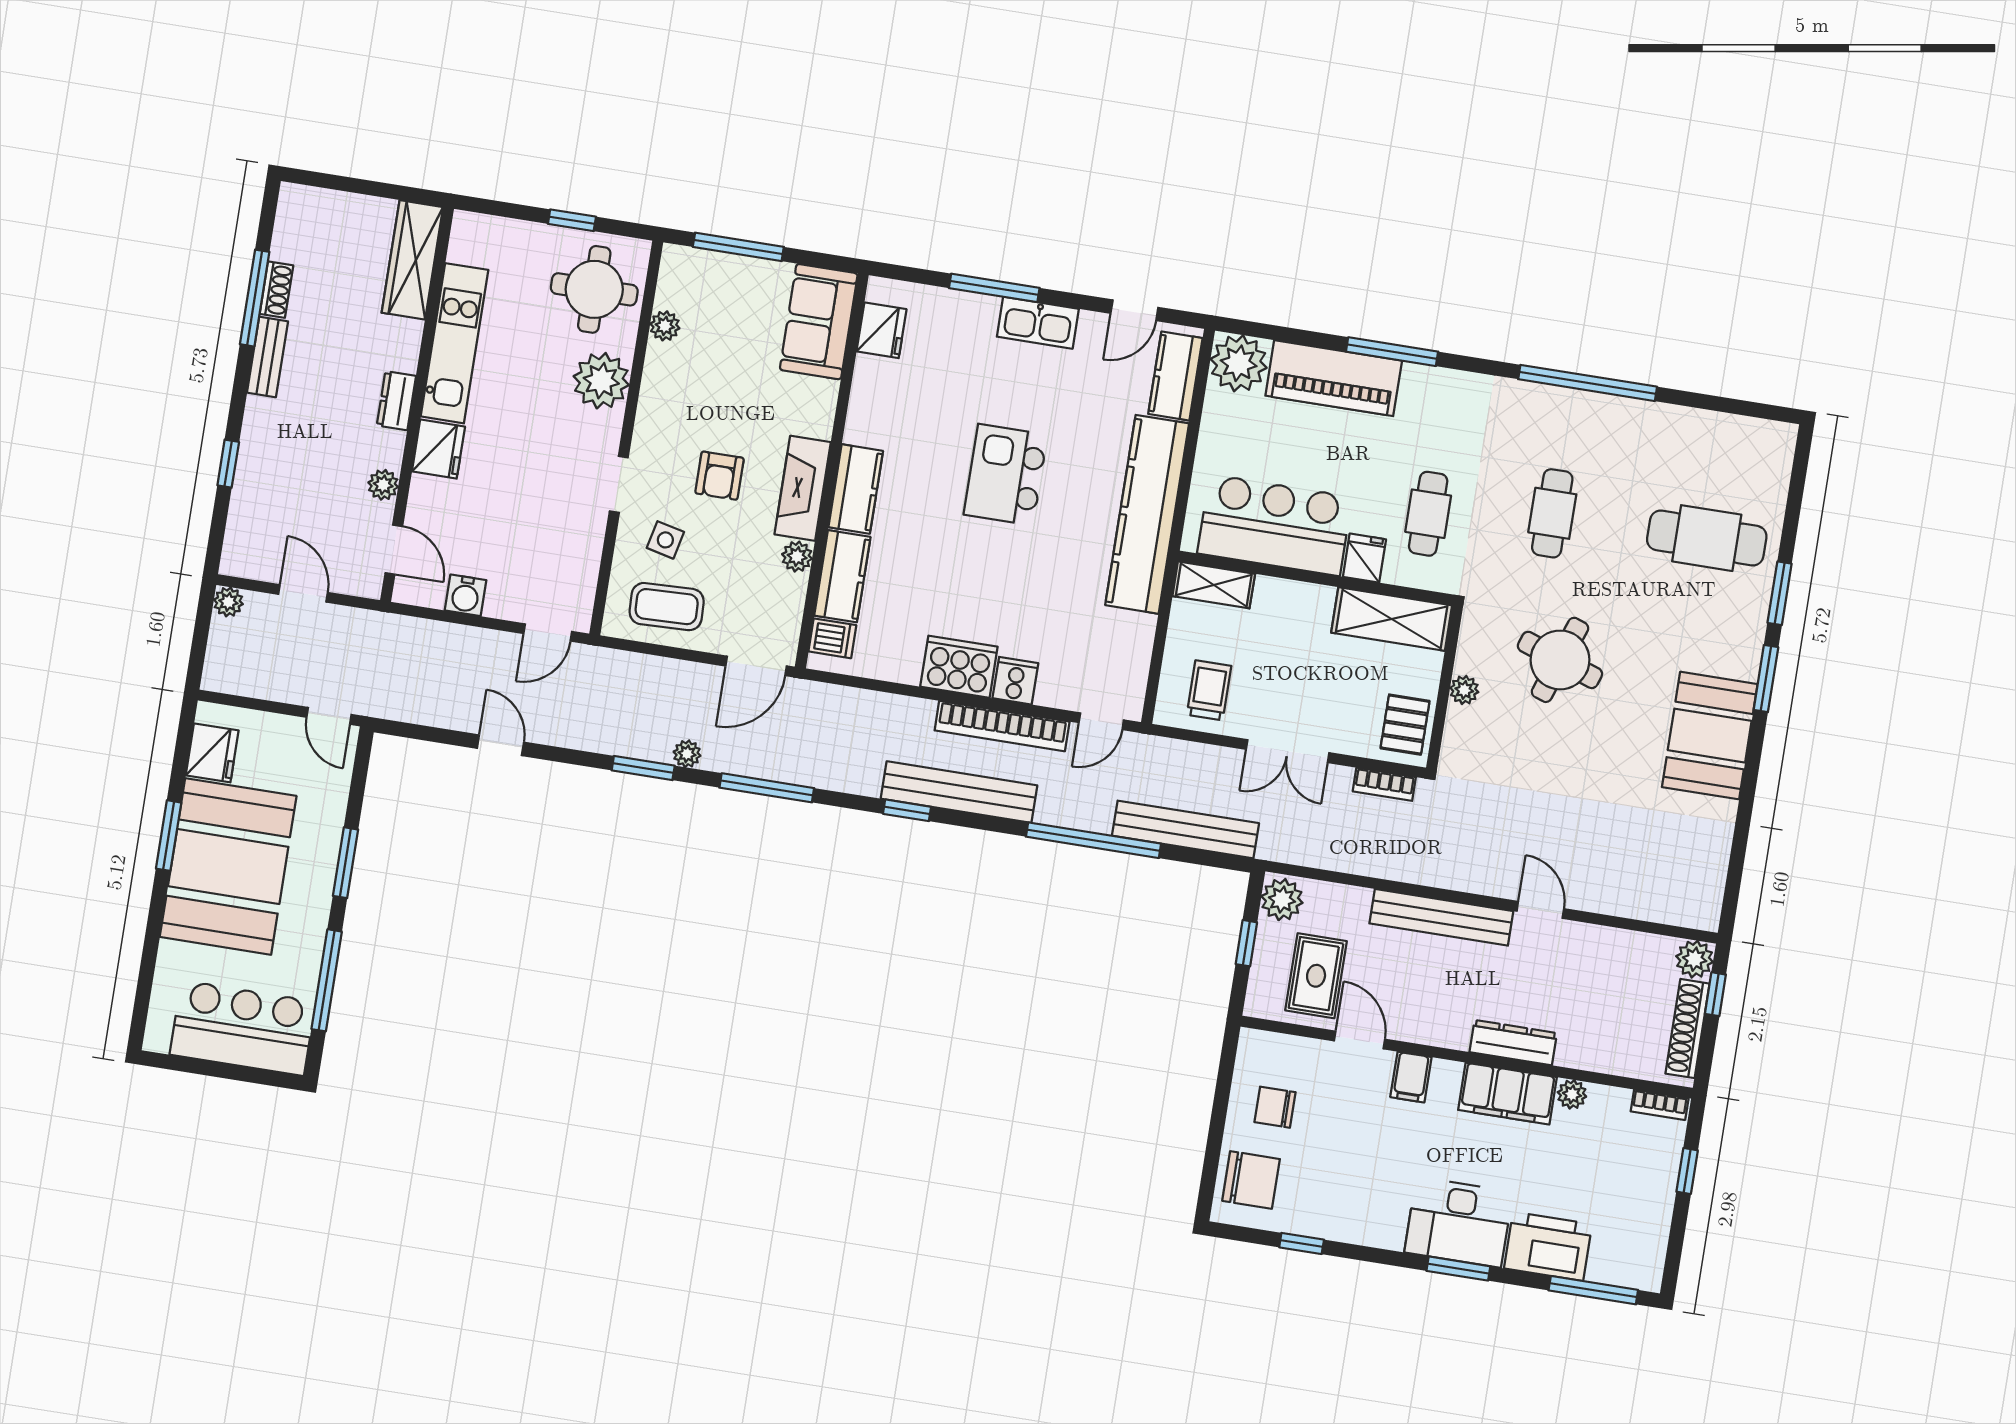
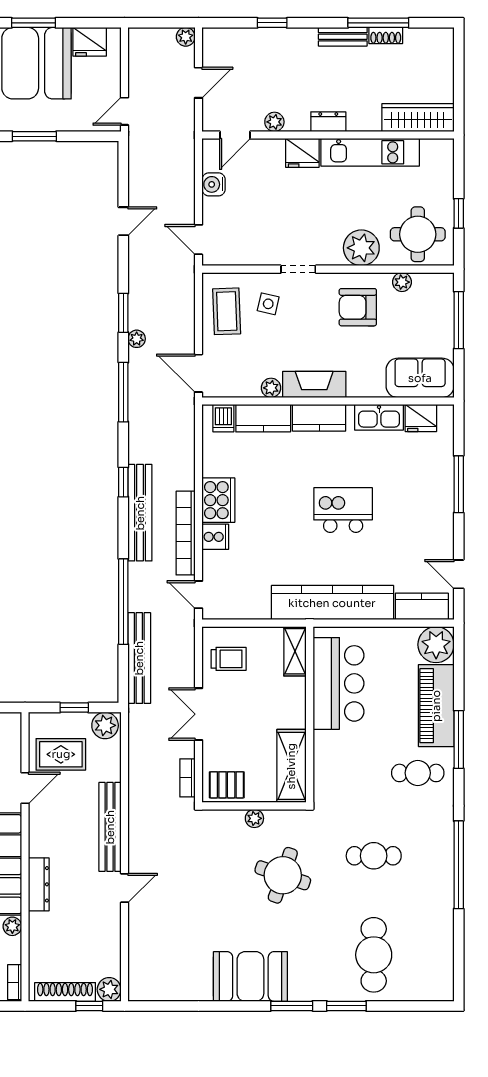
kitchen sink: (1038, 323) -> (379, 417), moved, turned -90
armchair: (720, 476) -> (358, 307), moved, width x1.38, depth x1.38
cafe table: (1428, 514) -> (418, 773), moved
fridge: (1364, 558) -> (327, 743), removed

